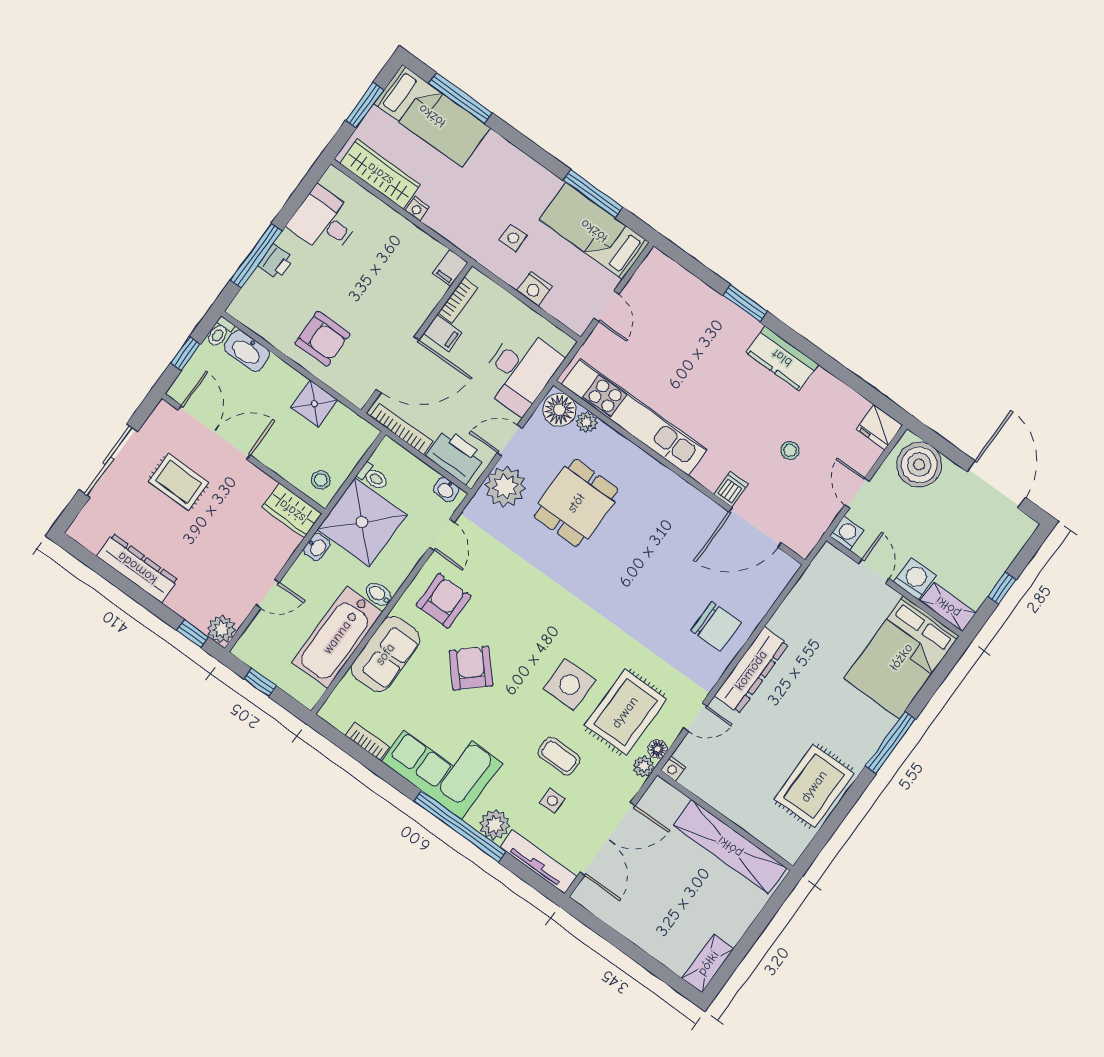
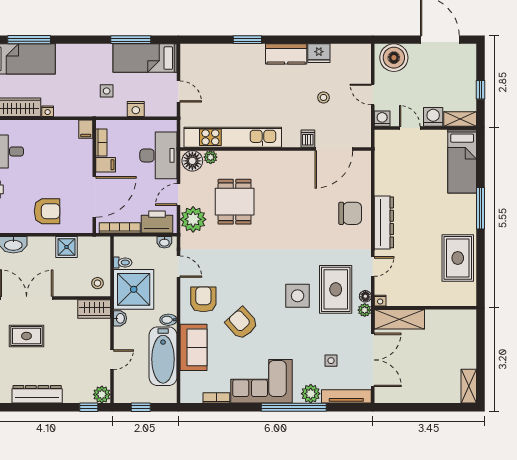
fridge: (880, 427) -> (319, 53), moved
bed: (901, 657) -> (462, 161), width x0.67
coffee table: (559, 756) -> (318, 336), removed
shelving: (730, 847) -> (399, 319), moved, width x0.68

